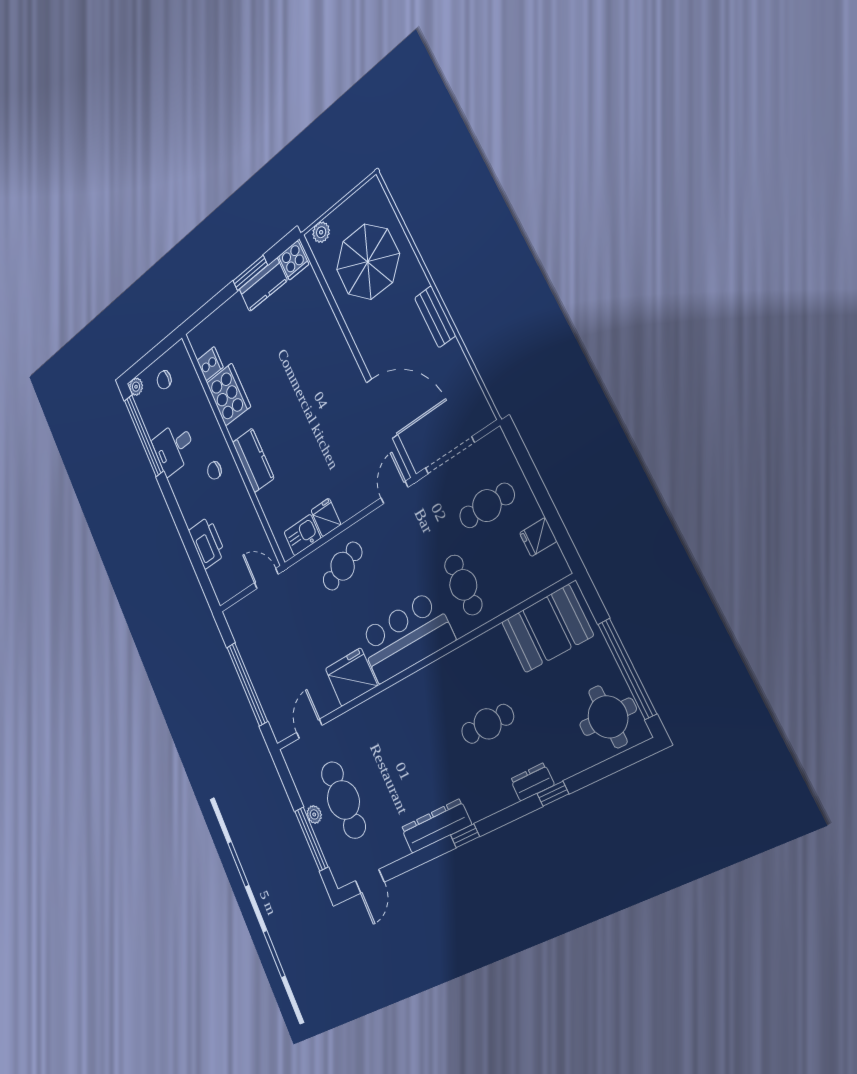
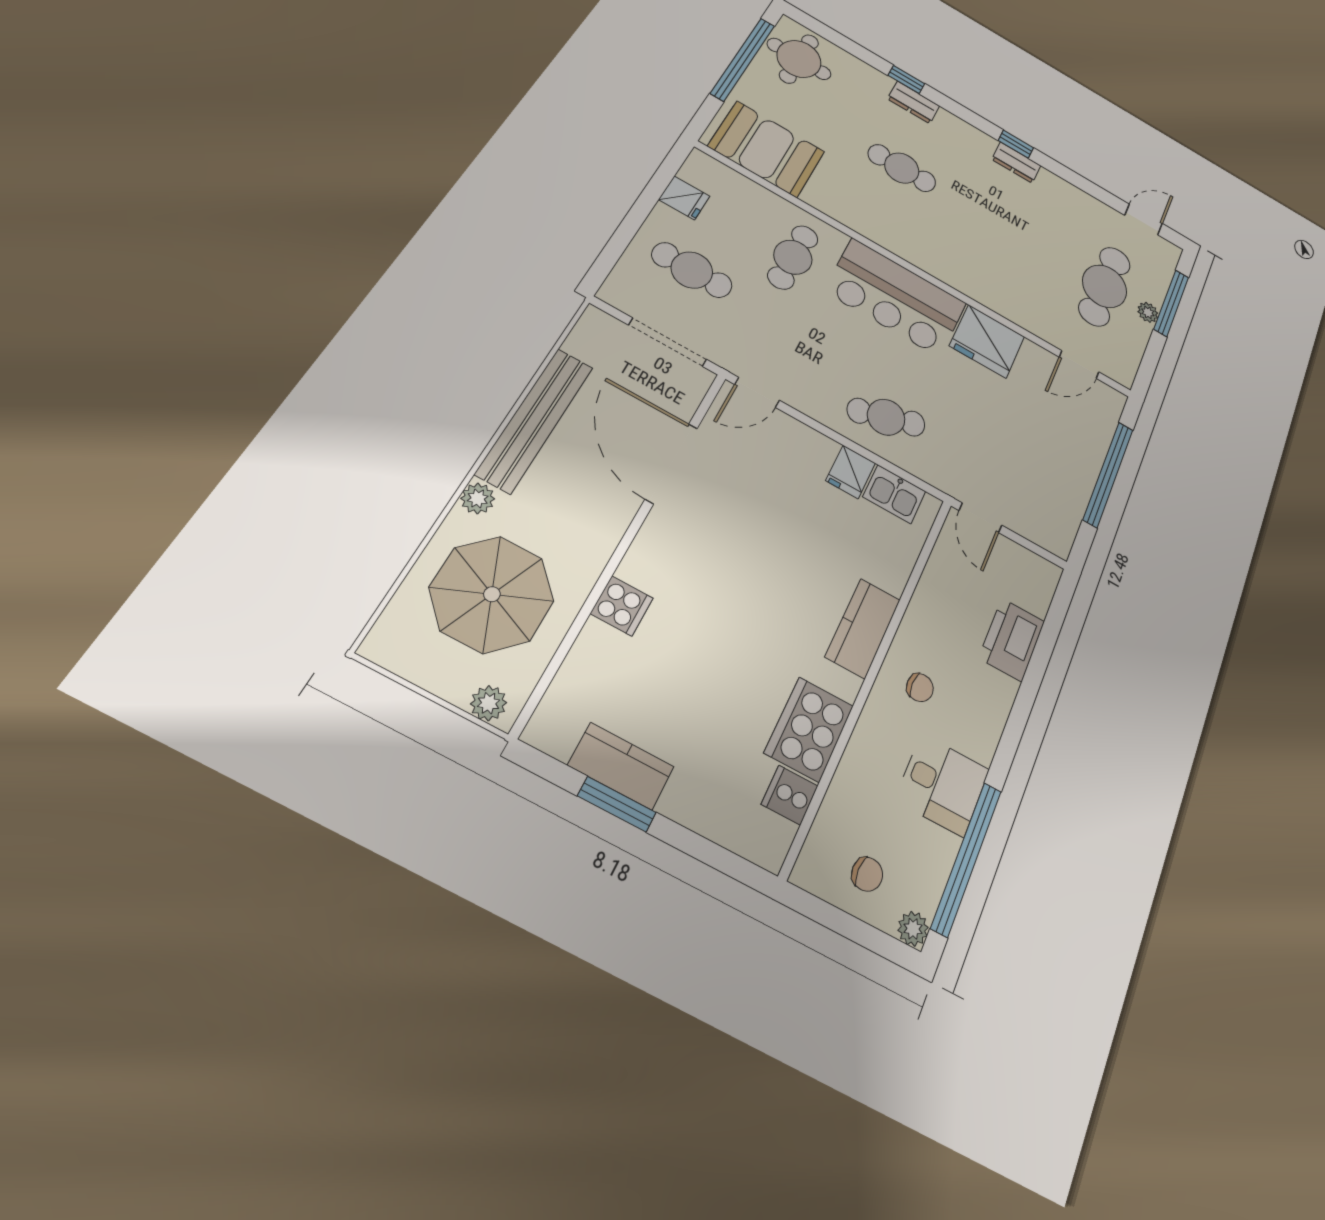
cooker: (294, 260) -> (622, 606), moved, turned 90
plant: (418, 281) -> (478, 499), added
bench: (435, 317) -> (535, 420), width x1.86, depth x1.21
dresser: (436, 826) -> (1016, 162), width x0.51, depth x0.80

